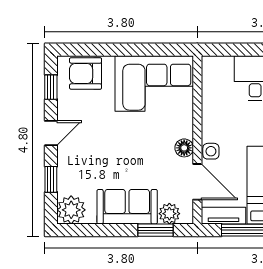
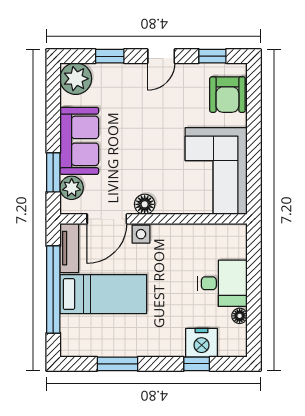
armchair: (86, 73) -> (227, 95), turned 180
door: (51, 133) -> (161, 56), hinge flipped

